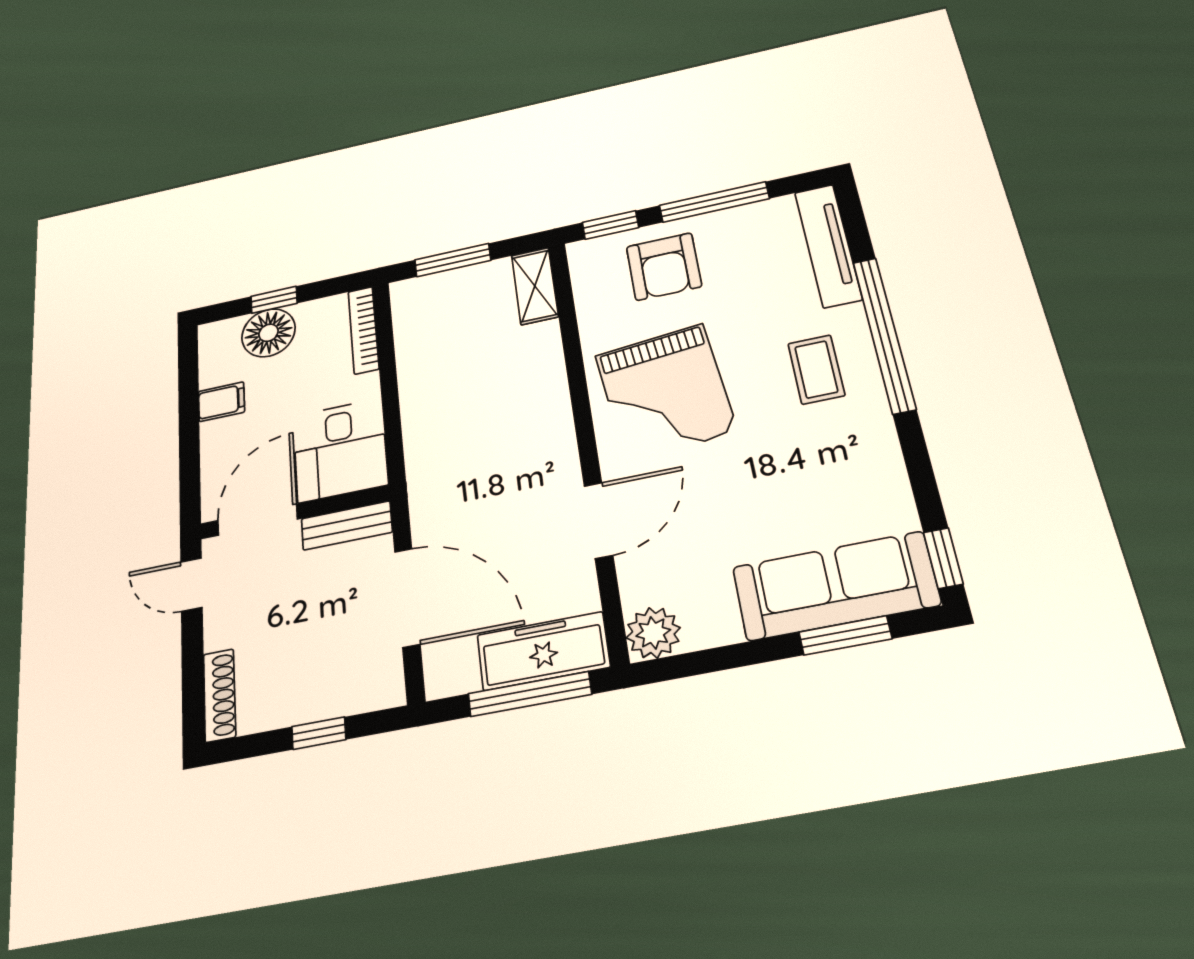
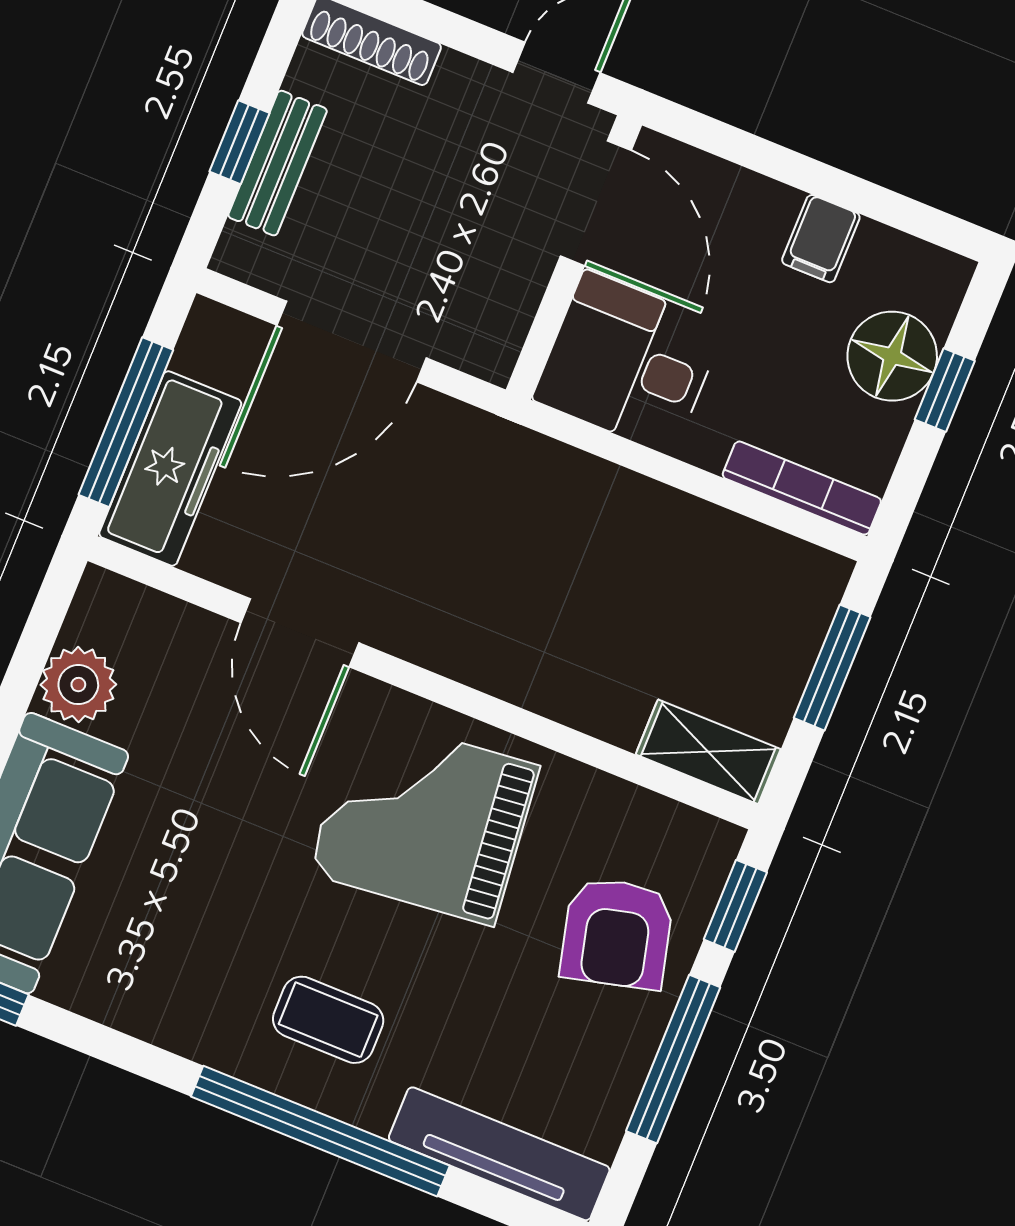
armchair: (664, 267) -> (617, 933), turned -104
bench: (347, 526) -> (278, 163), moved
plant: (653, 633) -> (78, 685), moved

